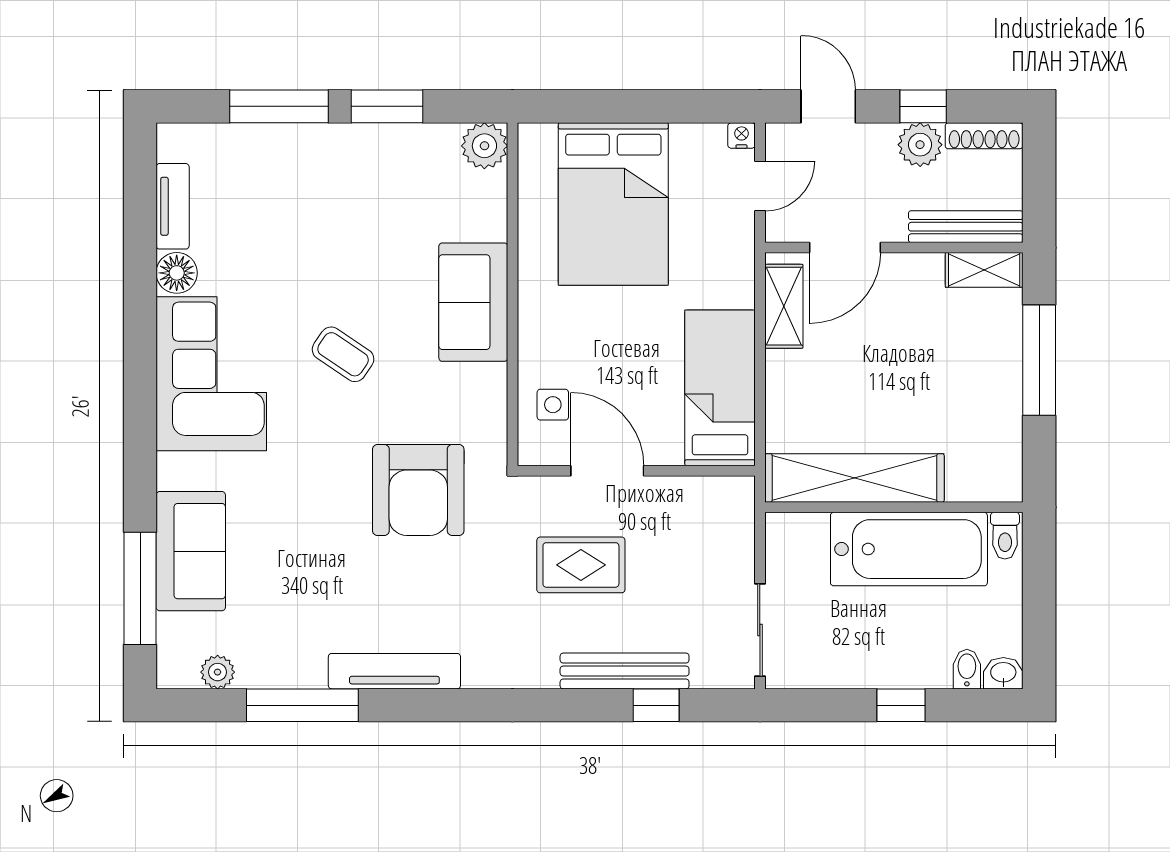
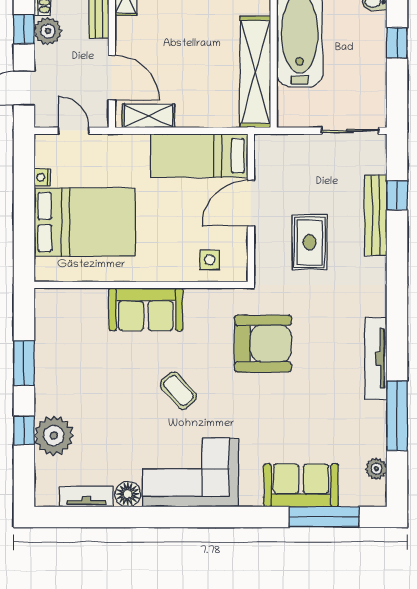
window: (279, 106) -> (24, 430), width x0.46
nightstand: (741, 135) -> (42, 177), moved
plant: (484, 146) -> (54, 436), moved, width x1.36, depth x1.36
coffee table: (343, 354) -> (178, 390), turned -76
door: (607, 471) -> (251, 203), moved

